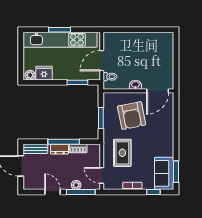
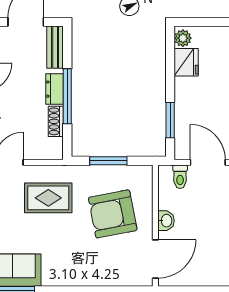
door: (158, 91) -> (155, 259), swing flipped

